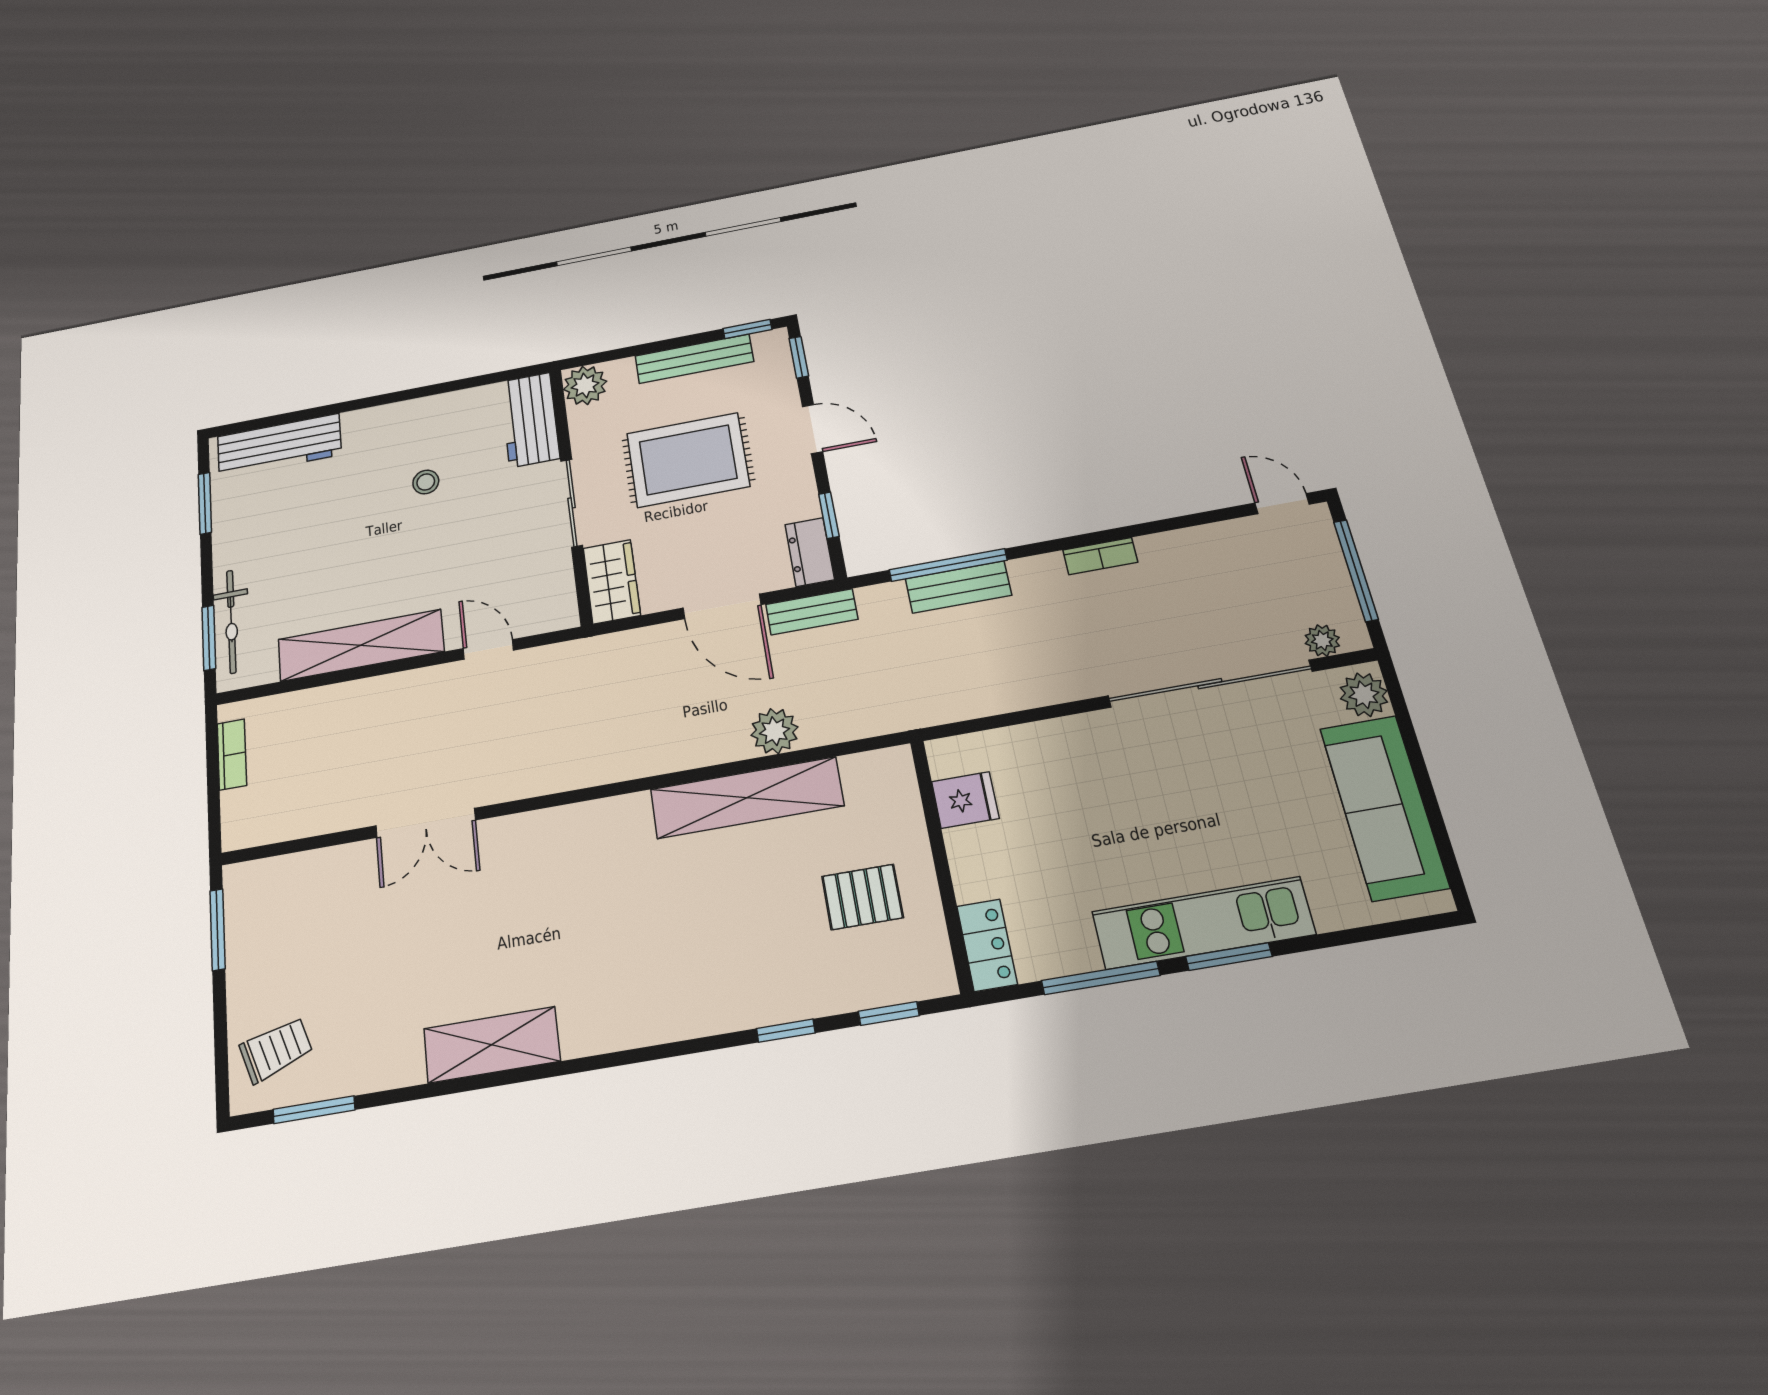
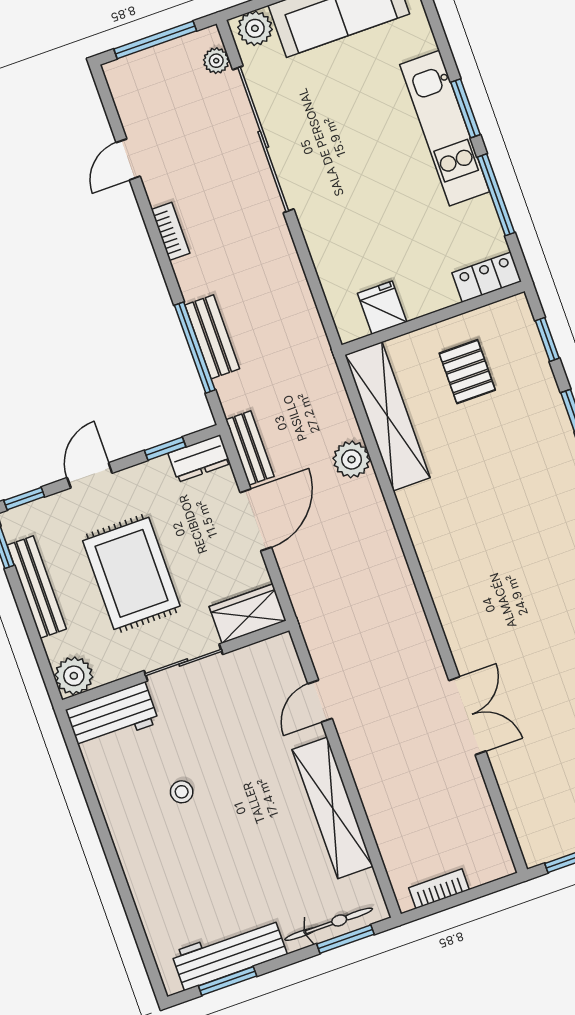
workbench: (279, 446) -> (229, 953), moved, turned -90
door: (1282, 504) -> (128, 159), moved
shelving: (747, 798) -> (388, 416), moved

